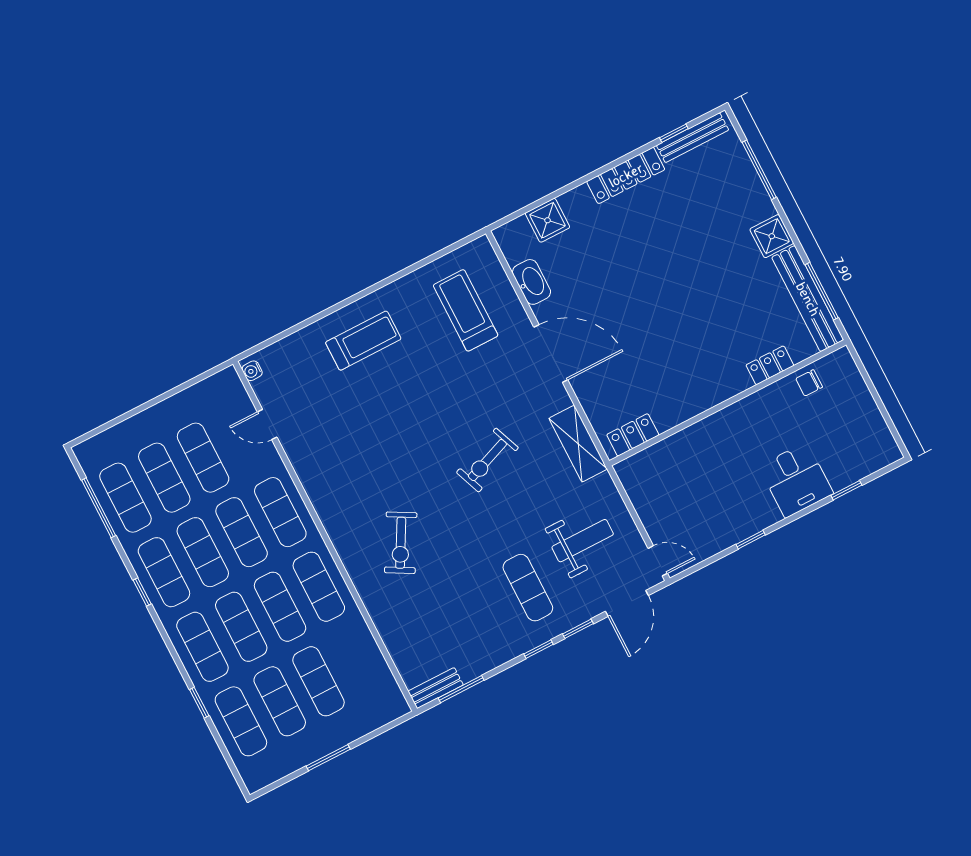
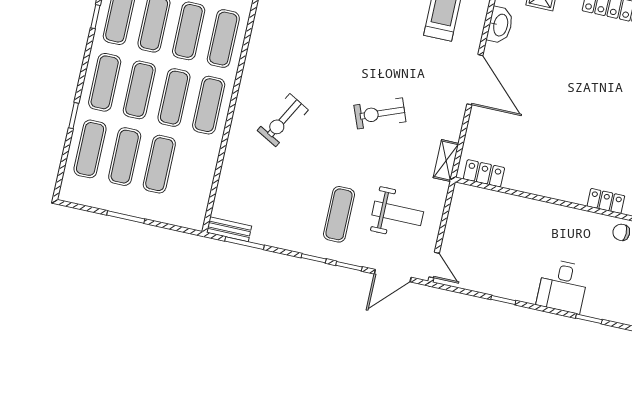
shelving: (578, 444) -> (446, 161), width x0.67, depth x0.75

